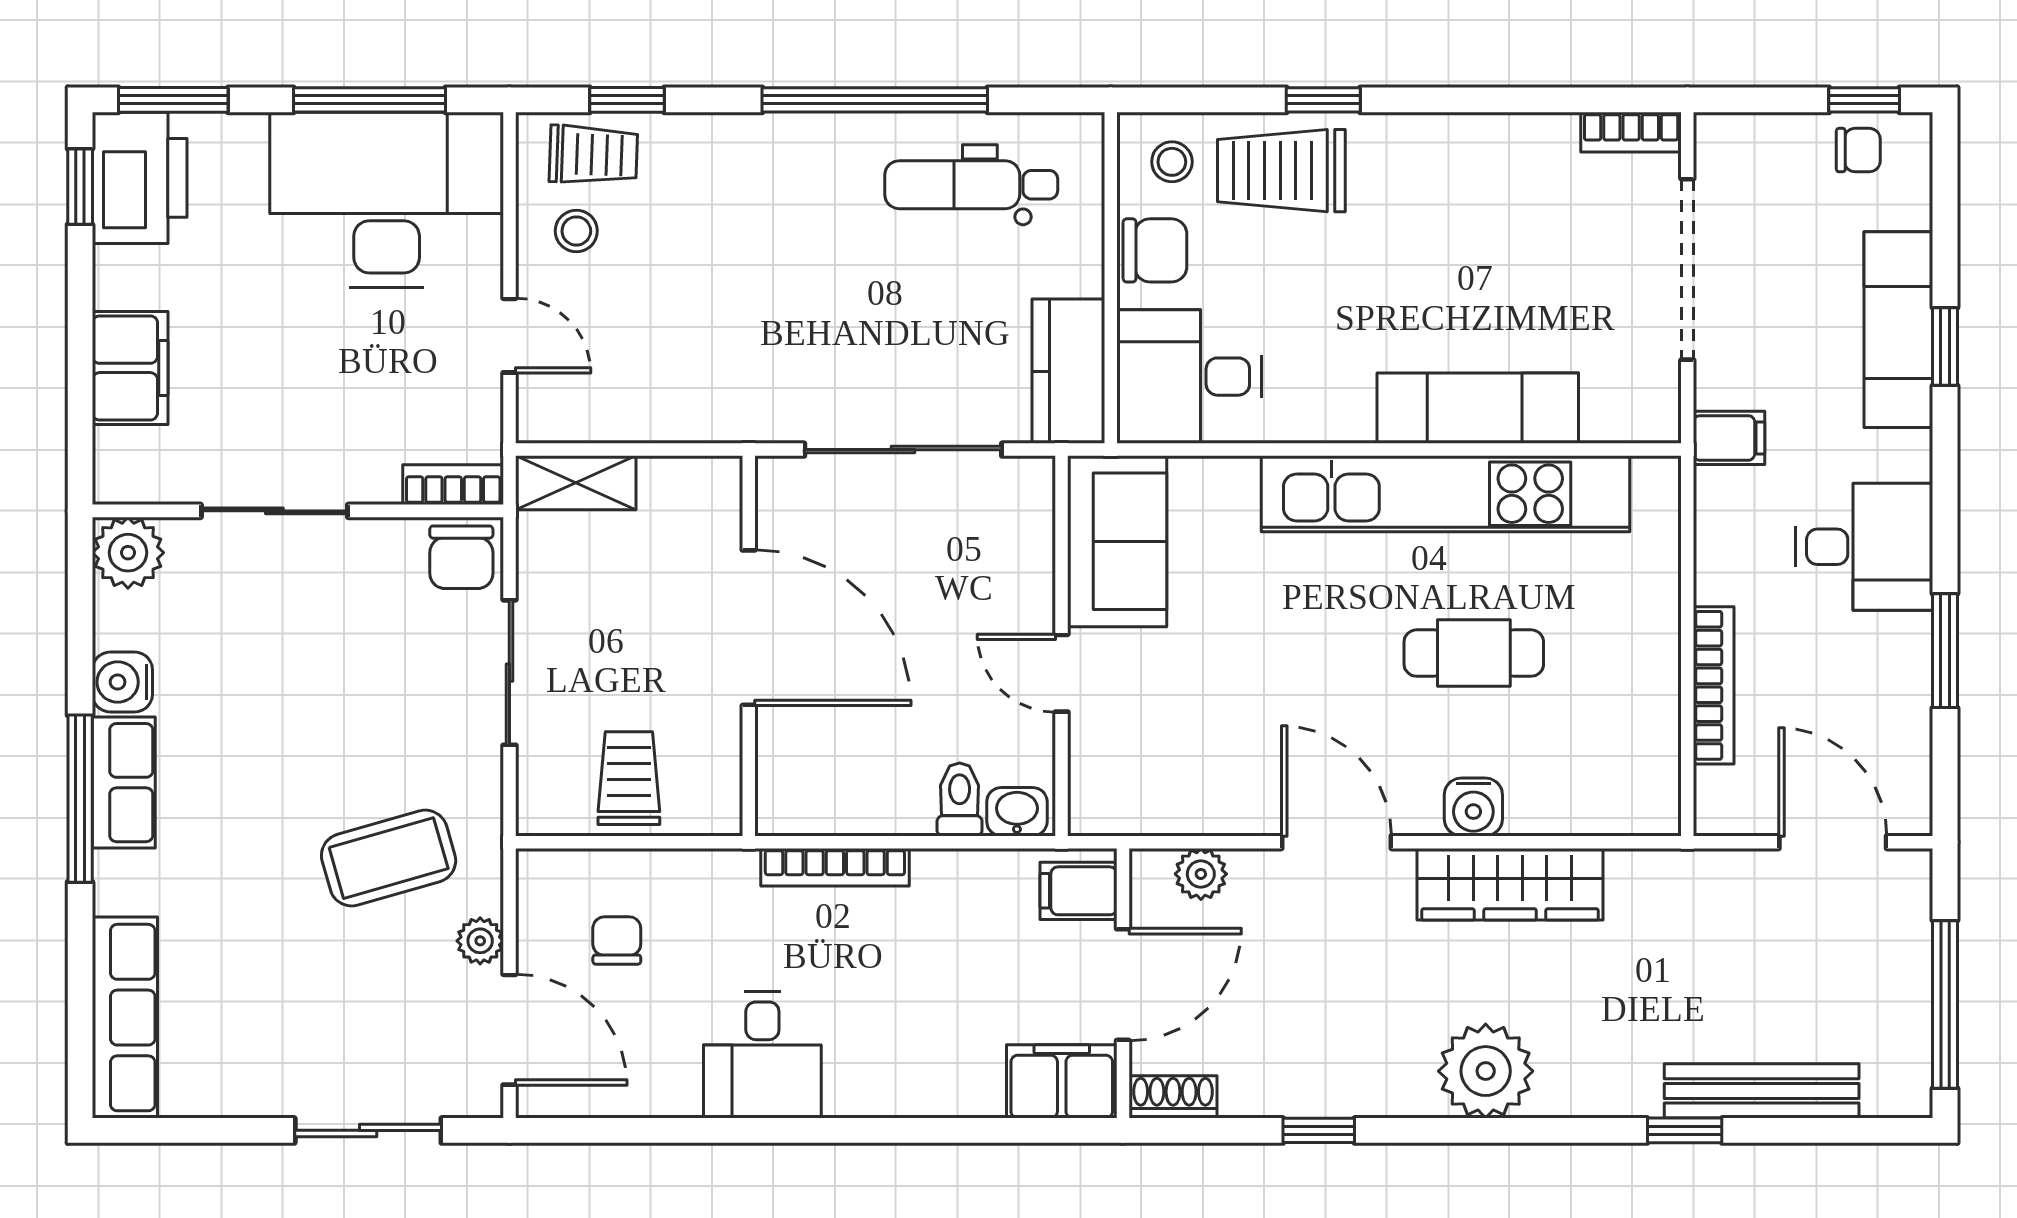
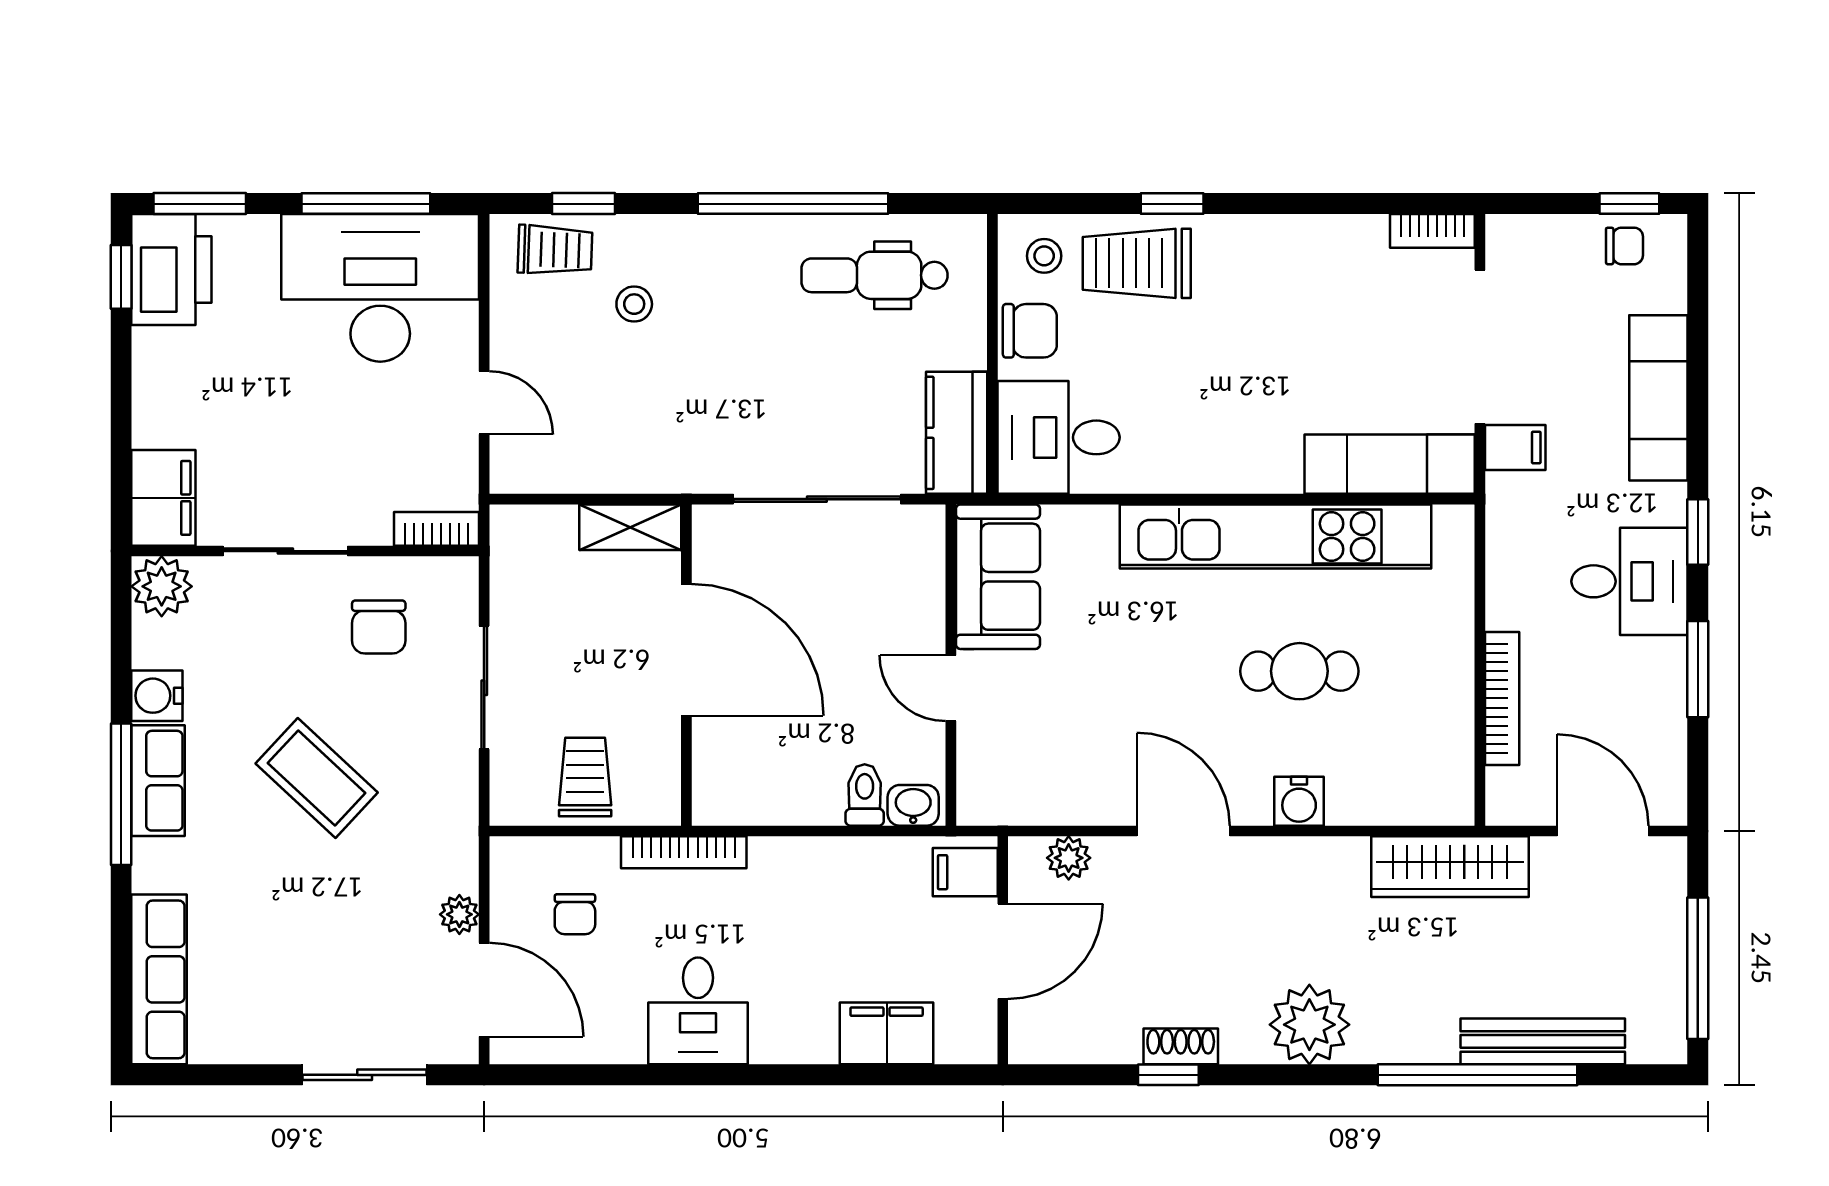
stool: (576, 231) -> (634, 304), moved
window: (1945, 347) -> (1698, 532), moved
filing cabinet: (130, 368) -> (163, 498), moved
exam couch: (1478, 408) -> (1390, 464), moved
filing cabinet: (1729, 438) -> (1515, 448), moved
shelving: (576, 483) -> (630, 527), moved
chair: (461, 557) -> (379, 627), moved
coffee table: (389, 858) -> (317, 778), moved, turned 59
bookcase: (835, 867) -> (684, 852), moved
wardrobe: (1510, 884) -> (1450, 867), moved
chair: (617, 940) -> (575, 914), turned 180
filing cabinet: (1062, 1081) -> (887, 1033), moved
shoe rack: (1173, 1097) -> (1181, 1046), moved
window: (1685, 1130) -> (1478, 1075), width x3.17

